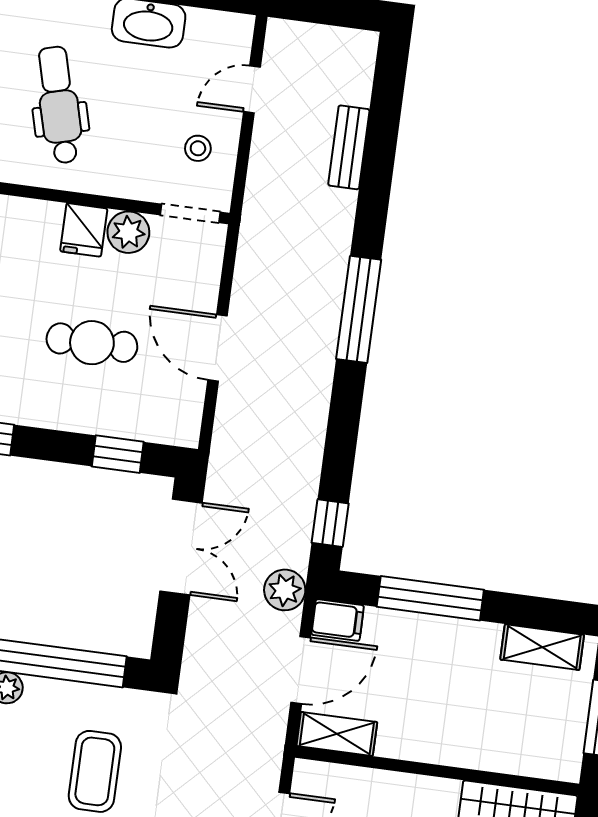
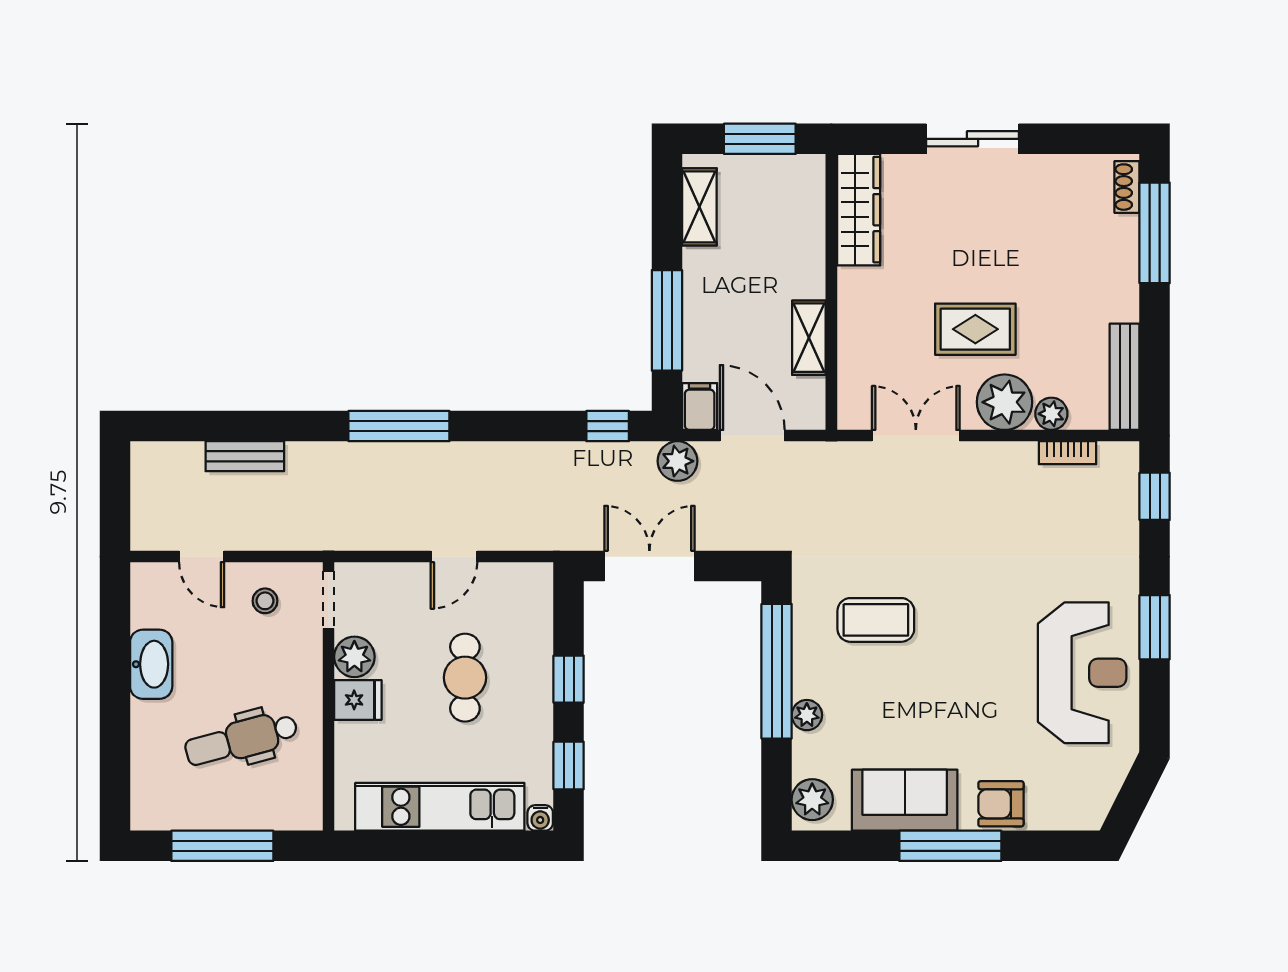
door: (217, 348) -> (454, 557), width x0.73
window: (118, 454) -> (569, 679), moved
shelving: (337, 734) -> (809, 338), moved

